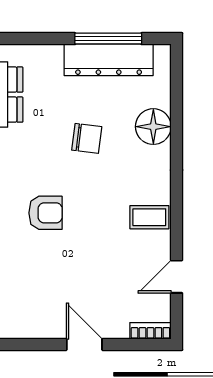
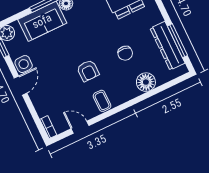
armchair: (45, 213) -> (88, 71), moved
side table: (22, 321) -> (24, 64), added
door: (84, 345) -> (20, 86), moved

